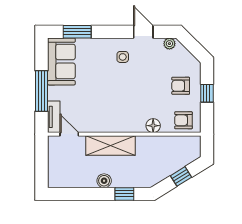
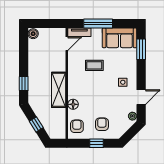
coffee table: (99, 96) -> (94, 65), added
shelving: (111, 146) -> (59, 90), moved
boiler: (104, 181) -> (33, 34), moved

